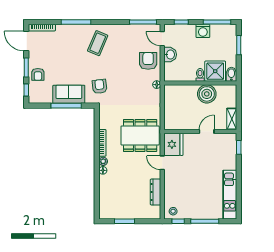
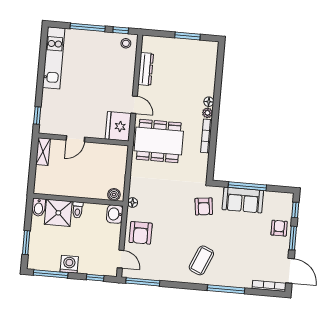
washbasin: (170, 55) -> (115, 214), moved
boiler: (207, 94) -> (114, 195), moved, width x0.54, depth x0.54

